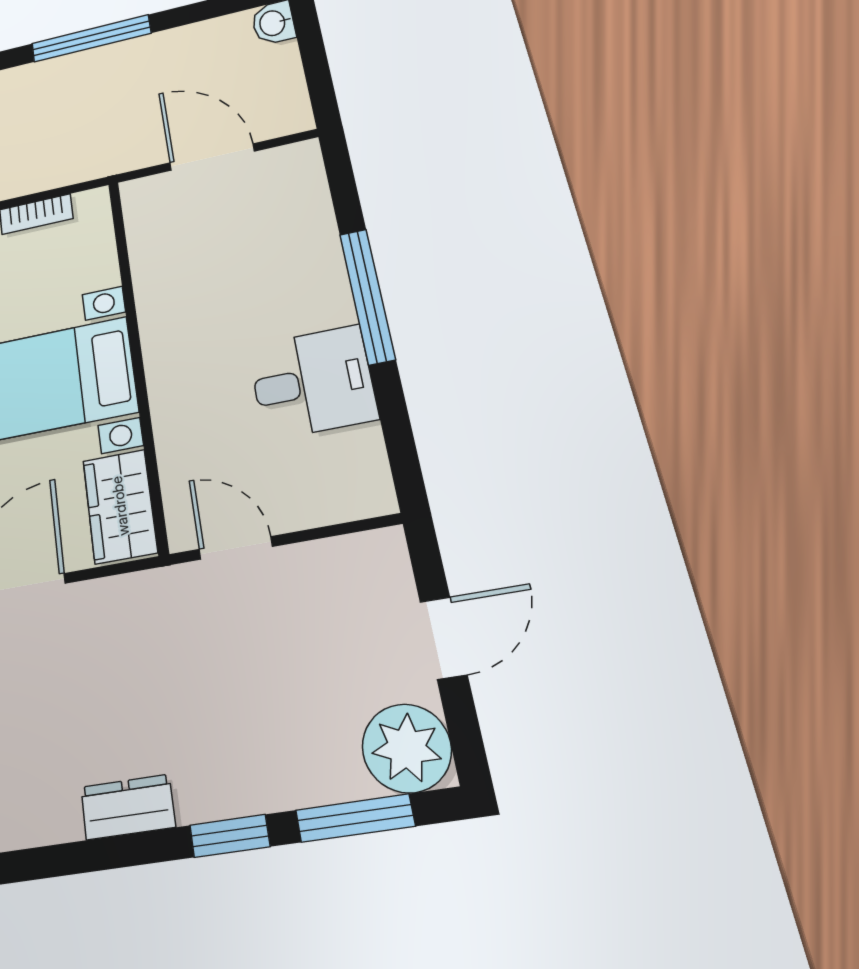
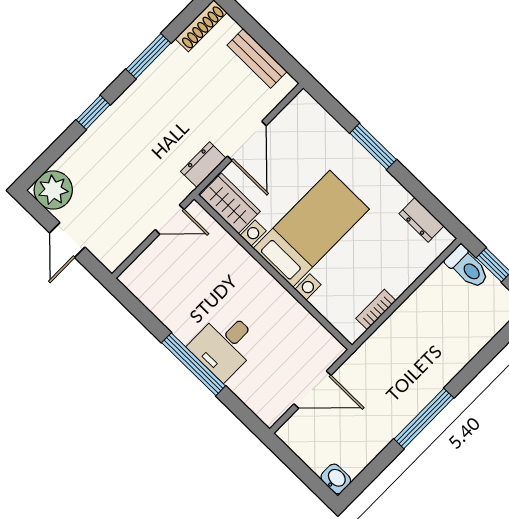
desk: (312, 382) -> (224, 345), moved
dresser: (128, 807) -> (203, 165), moved, turned 180
window: (355, 818) -> (148, 56), moved

